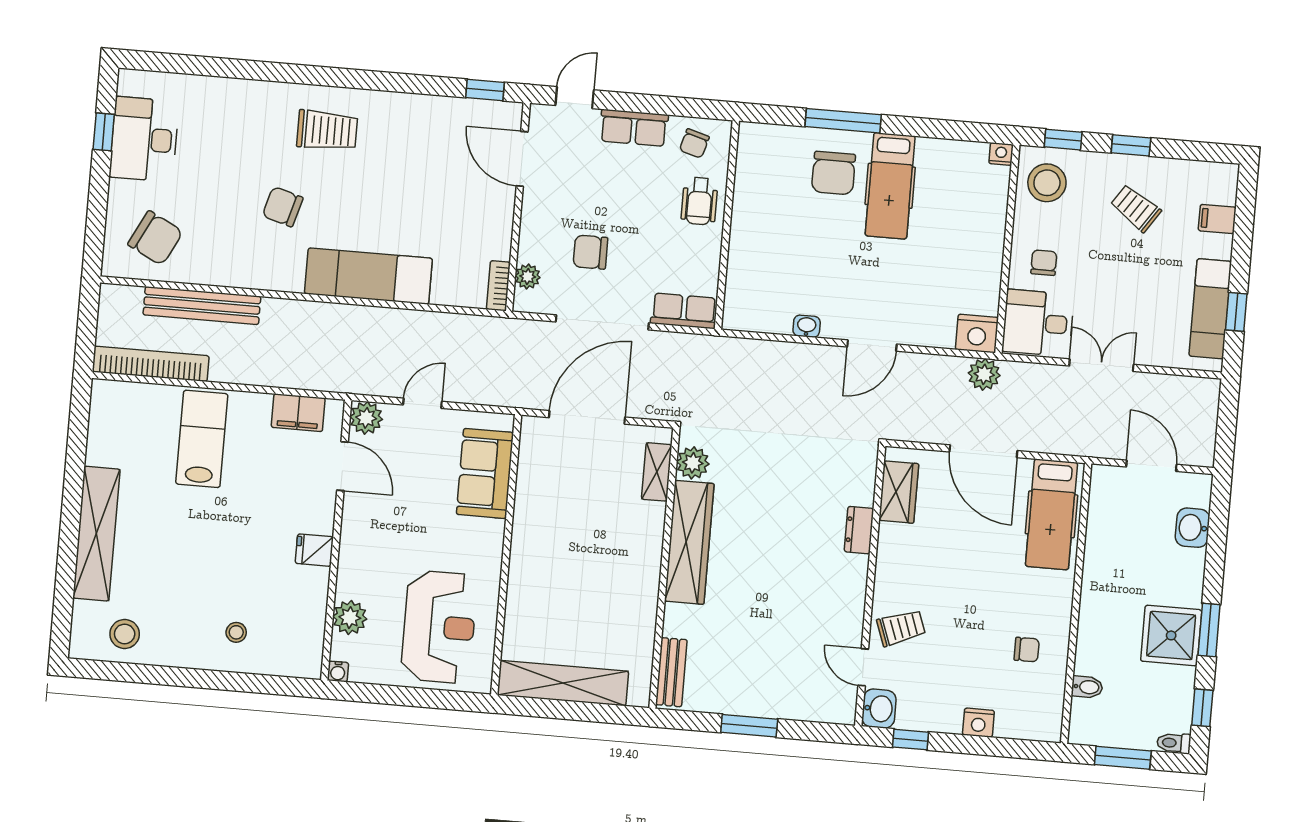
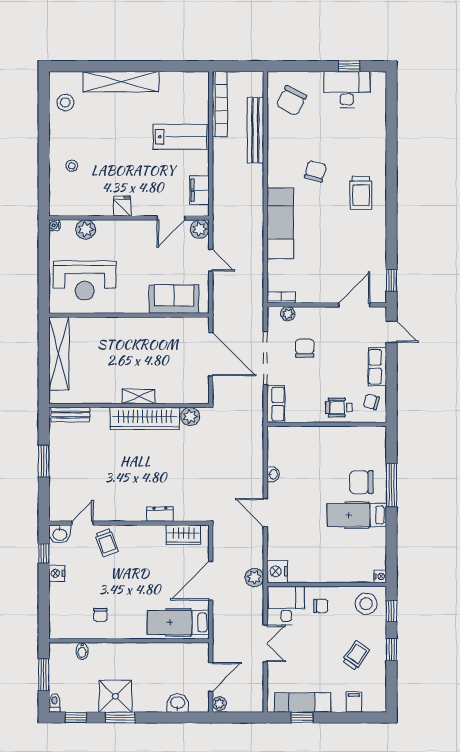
plant: (1200, 455) -> (219, 704), added
shelving: (657, 472) -> (139, 396), moved
nightstand: (978, 723) -> (57, 573), moved

